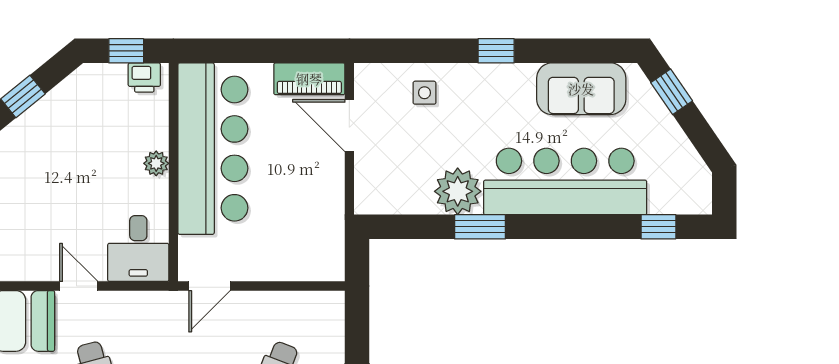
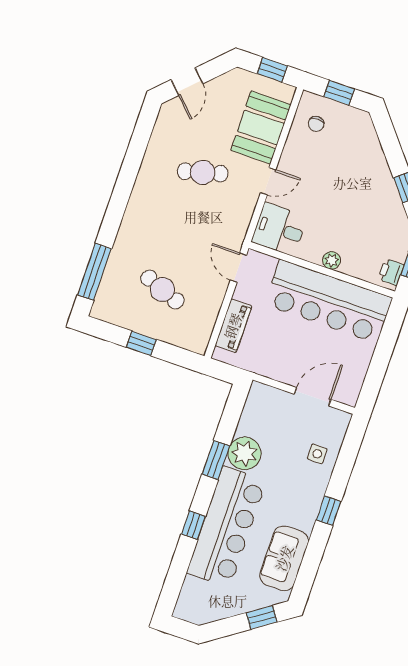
piano: (309, 79) -> (233, 326), moved, turned 180
window: (658, 227) -> (193, 525), moved

